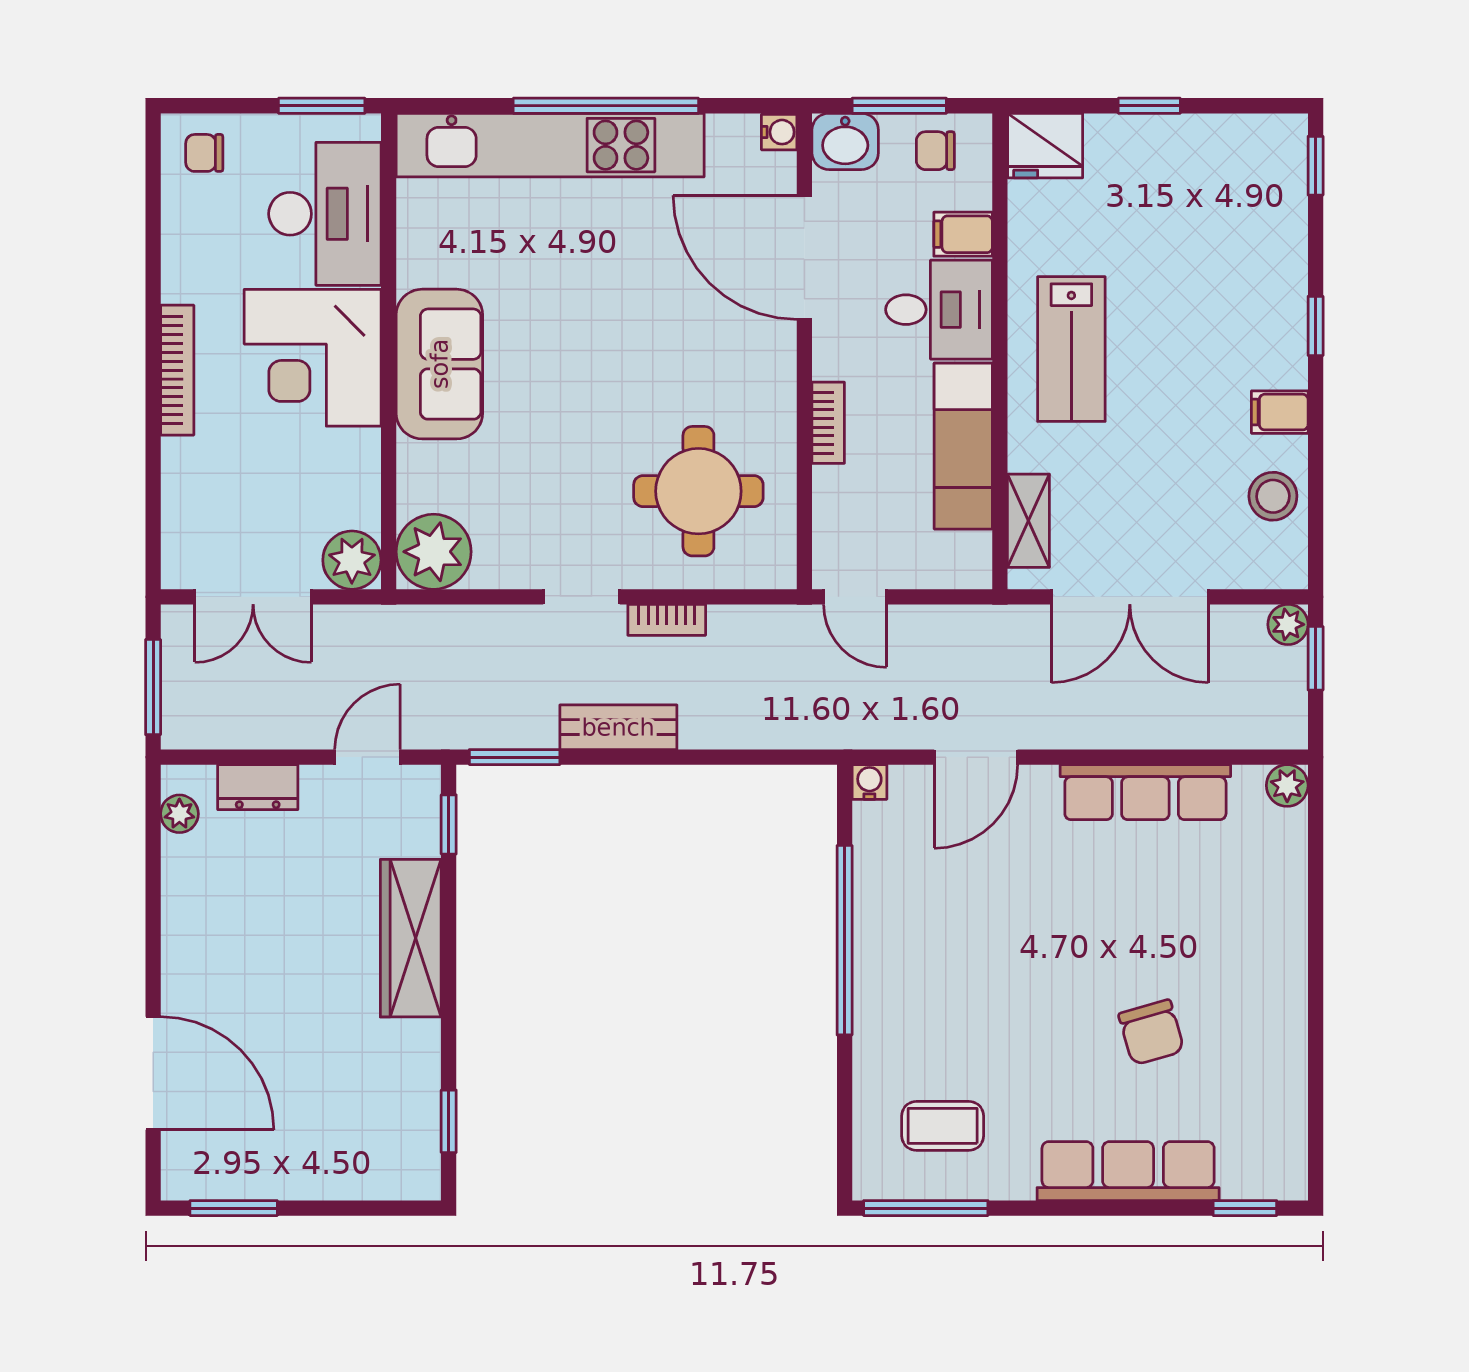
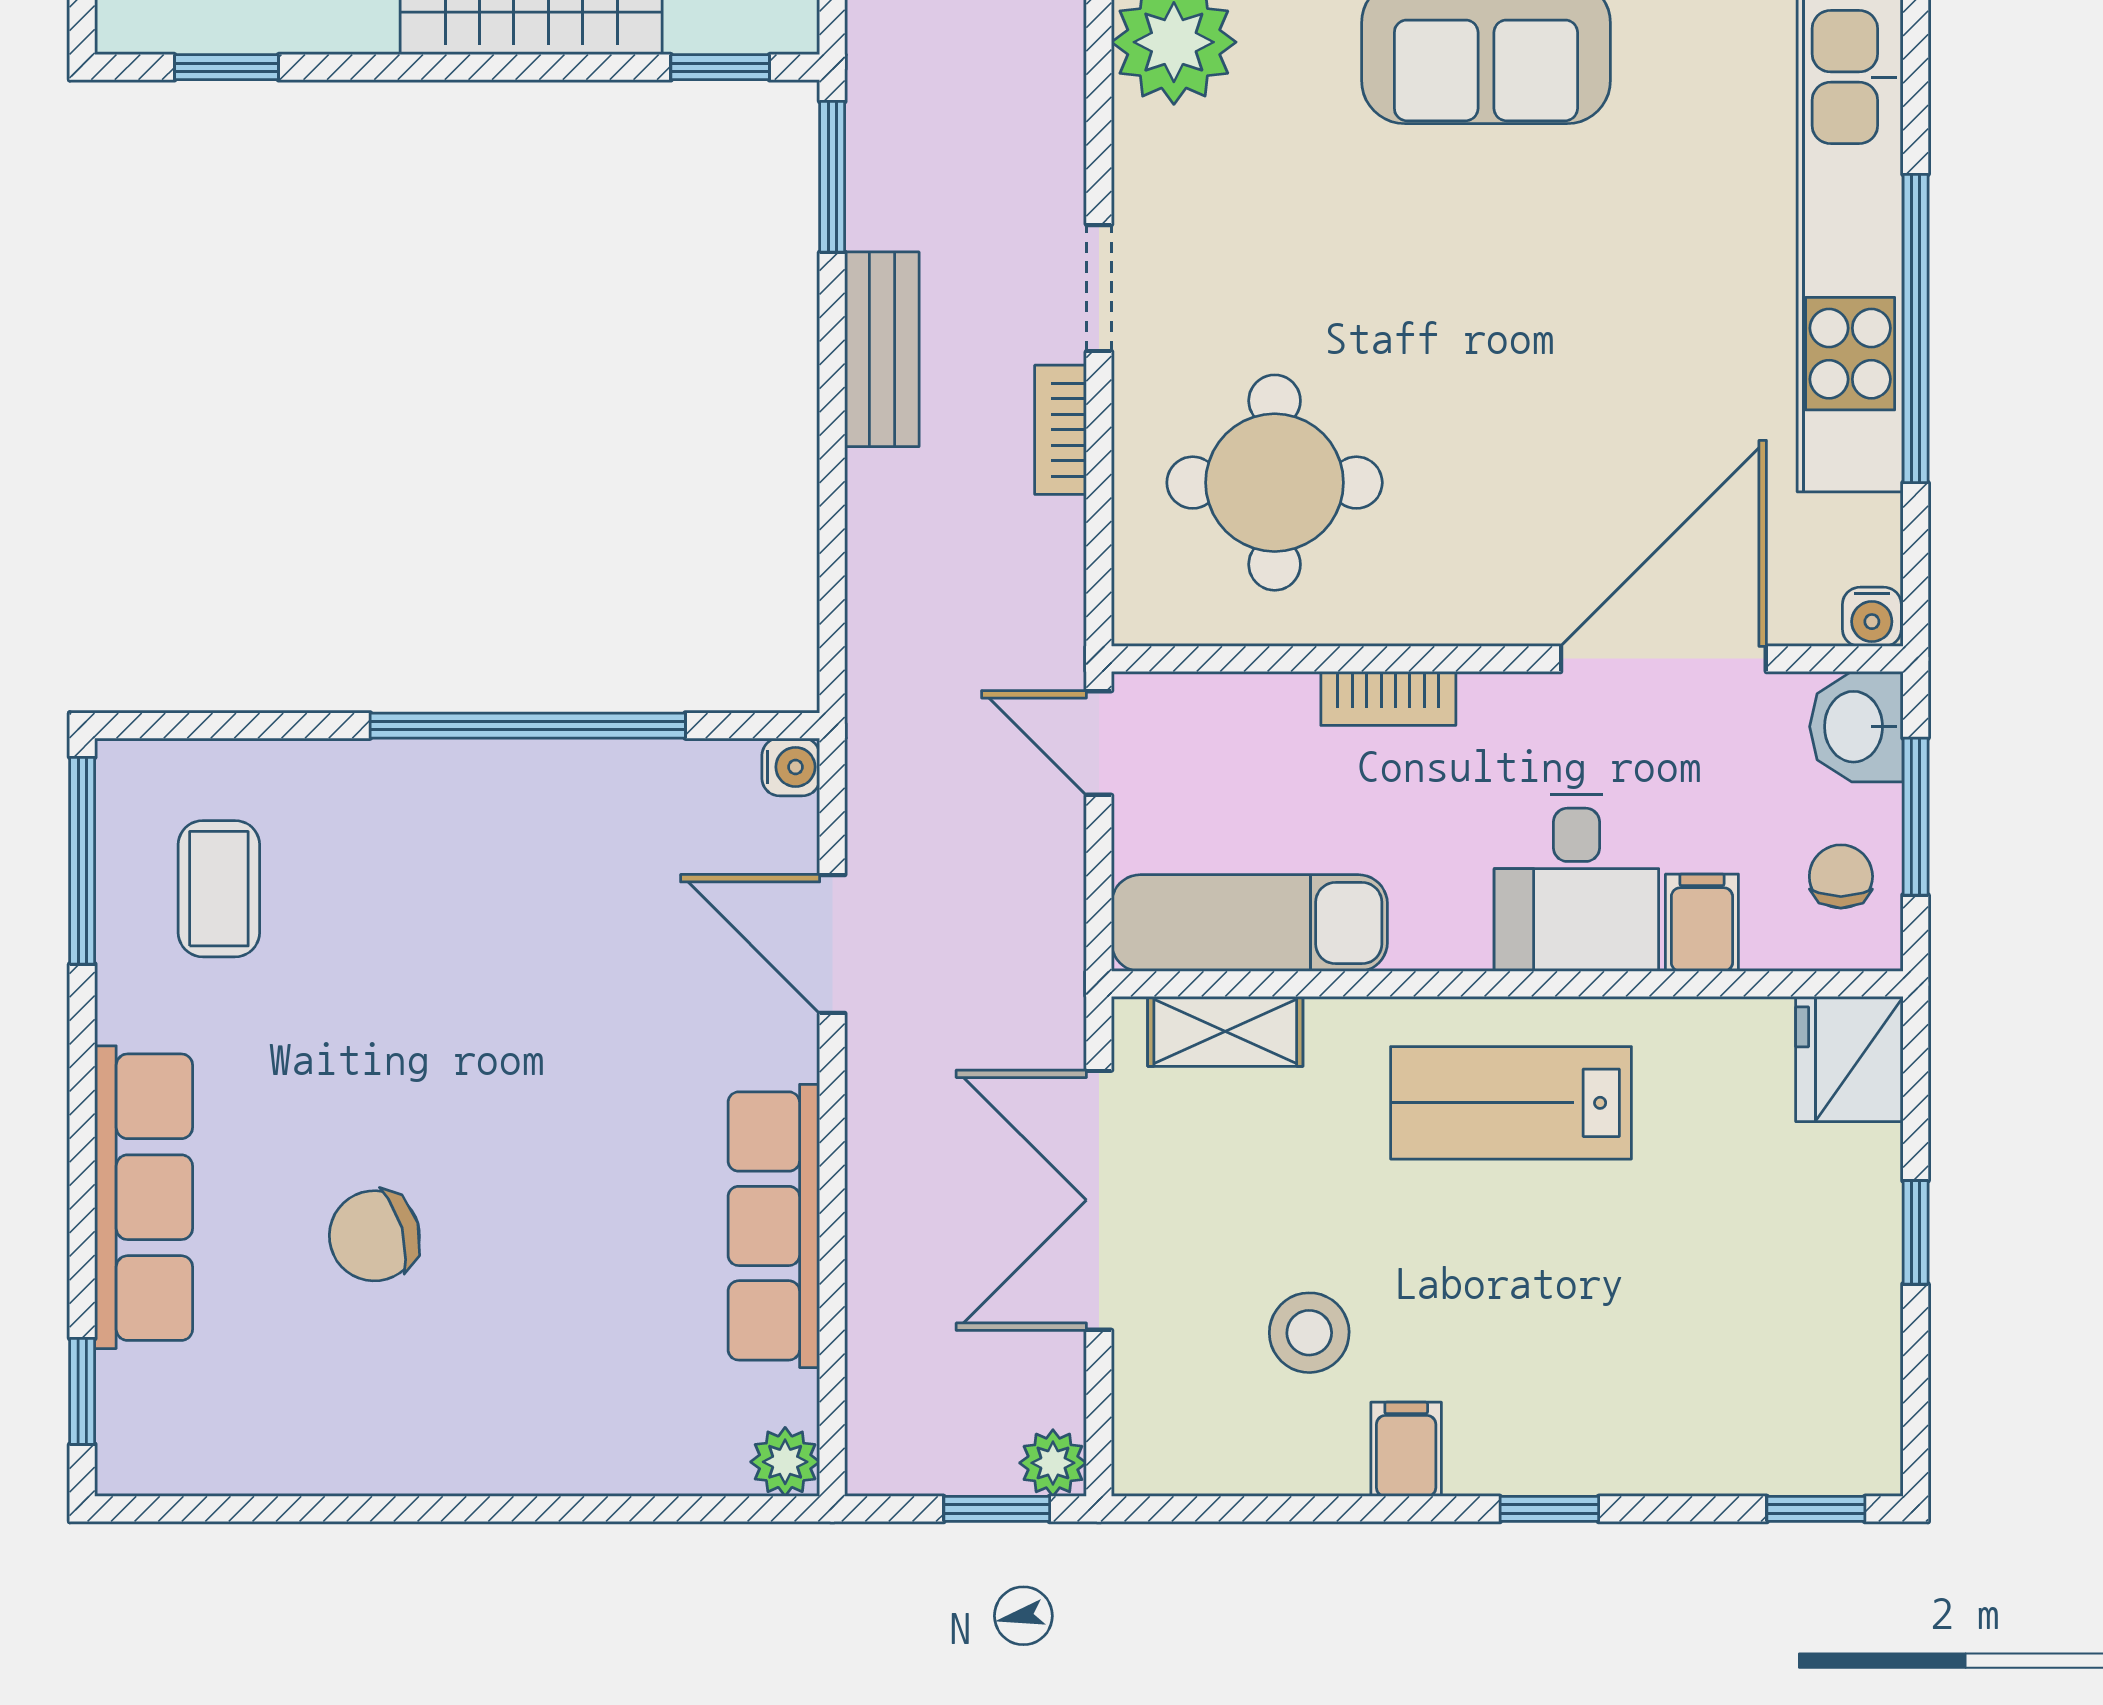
exam couch: (963, 446) -> (1249, 923), moved
stool: (1273, 496) -> (1309, 1333), moved
door: (855, 597) -> (1099, 743), hinge flipped

